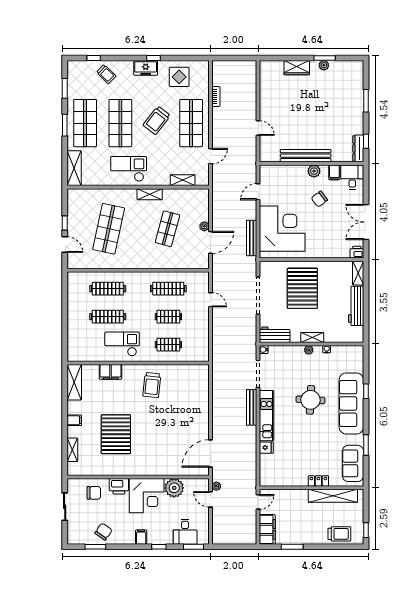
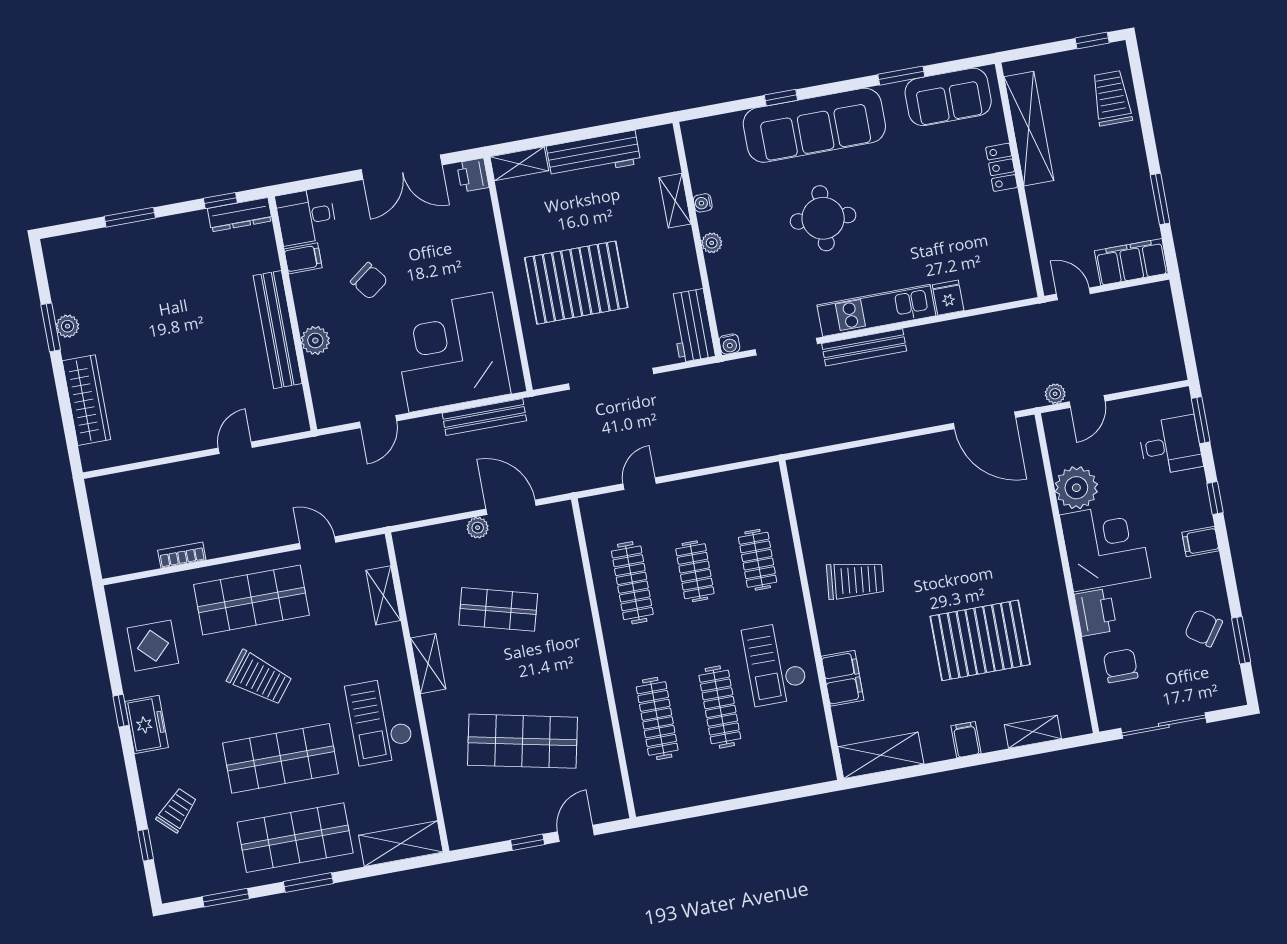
wardrobe: (297, 68) -> (86, 400), width x1.50
plant: (314, 171) -> (315, 340), moved
door: (258, 192) -> (378, 422), hinge flipped
shelving: (312, 337) -> (675, 201), moved
sliding door: (65, 507) -> (1164, 725), width x1.37

